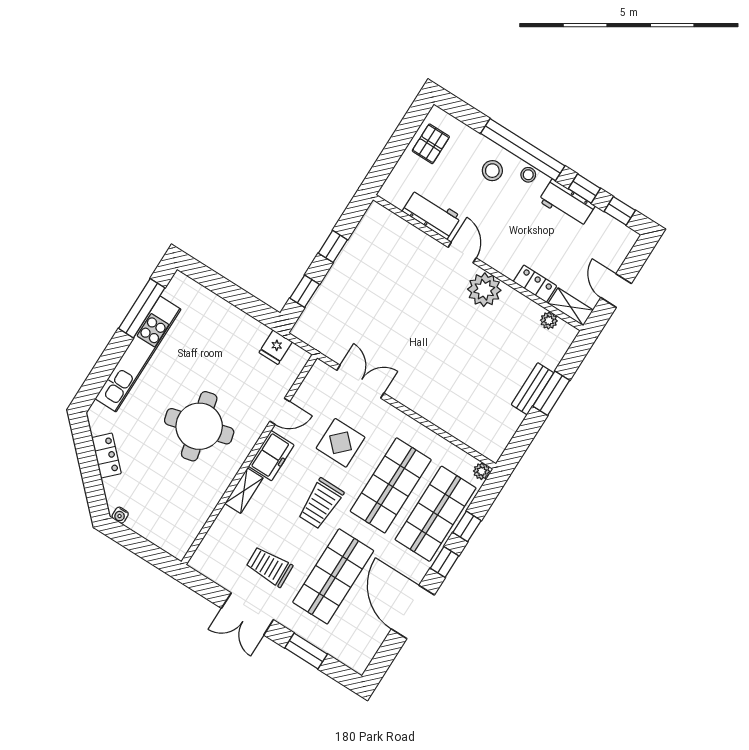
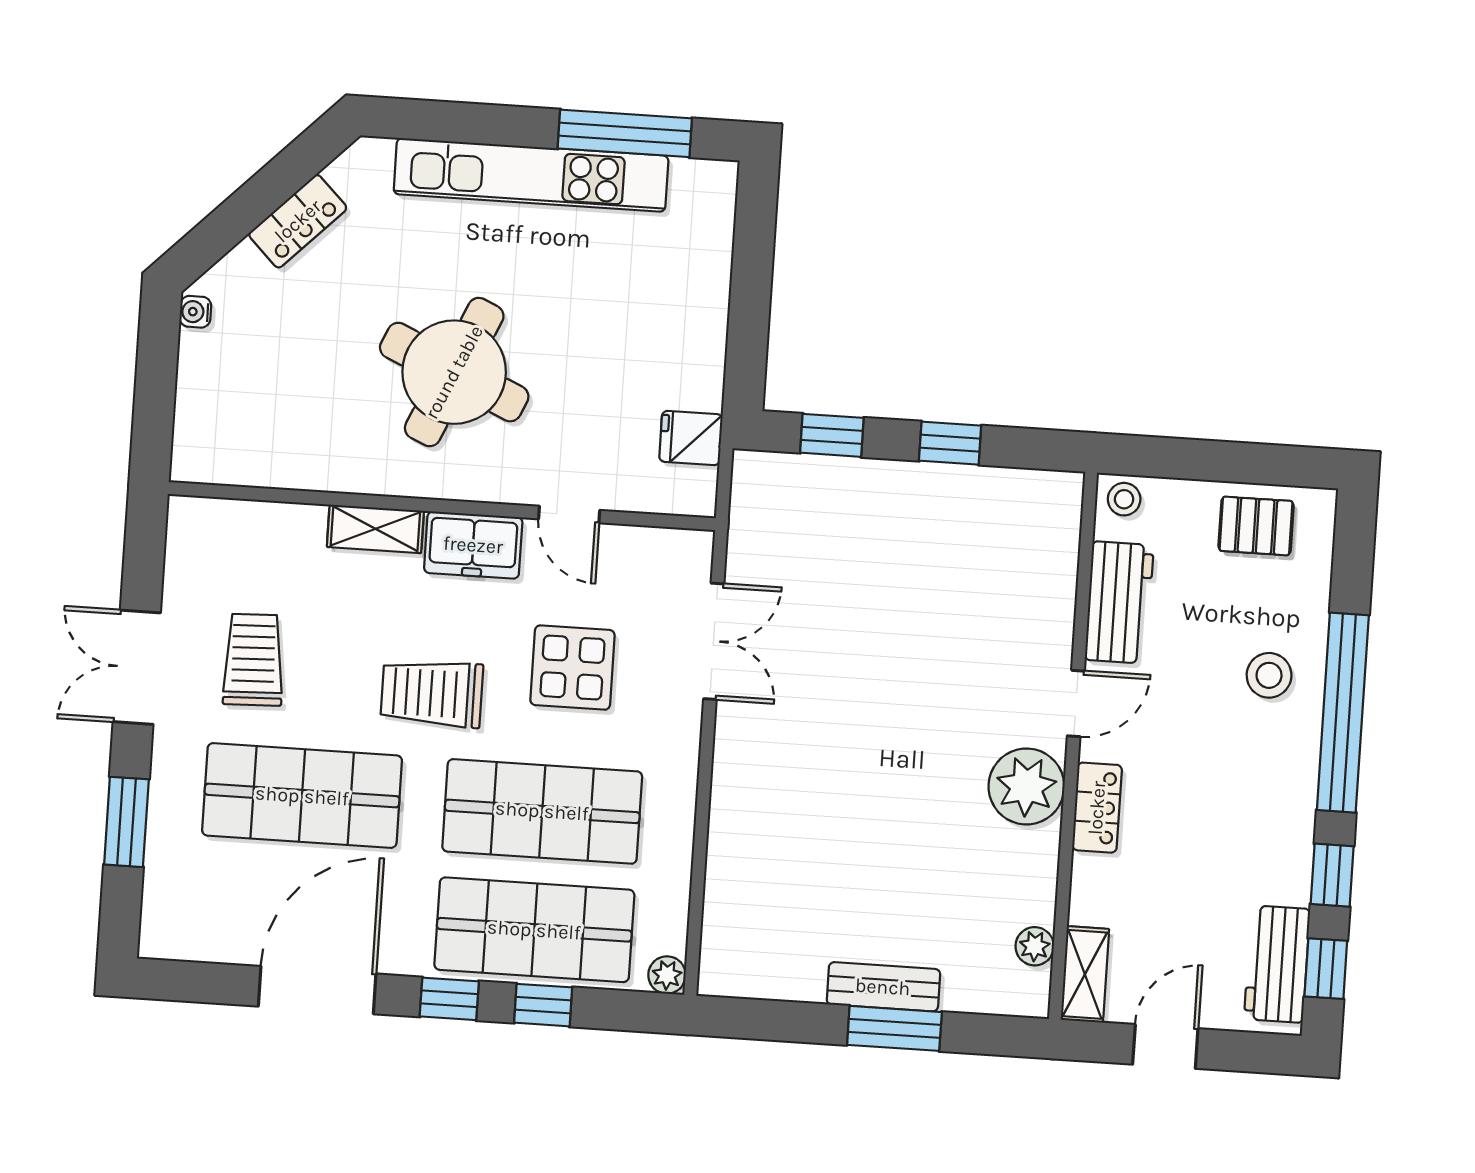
stool: (528, 175) -> (1124, 499), moved
workbench: (567, 203) -> (1277, 964), moved
locker: (535, 284) -> (1097, 808), moved
round table: (199, 426) -> (454, 372), turned 38

